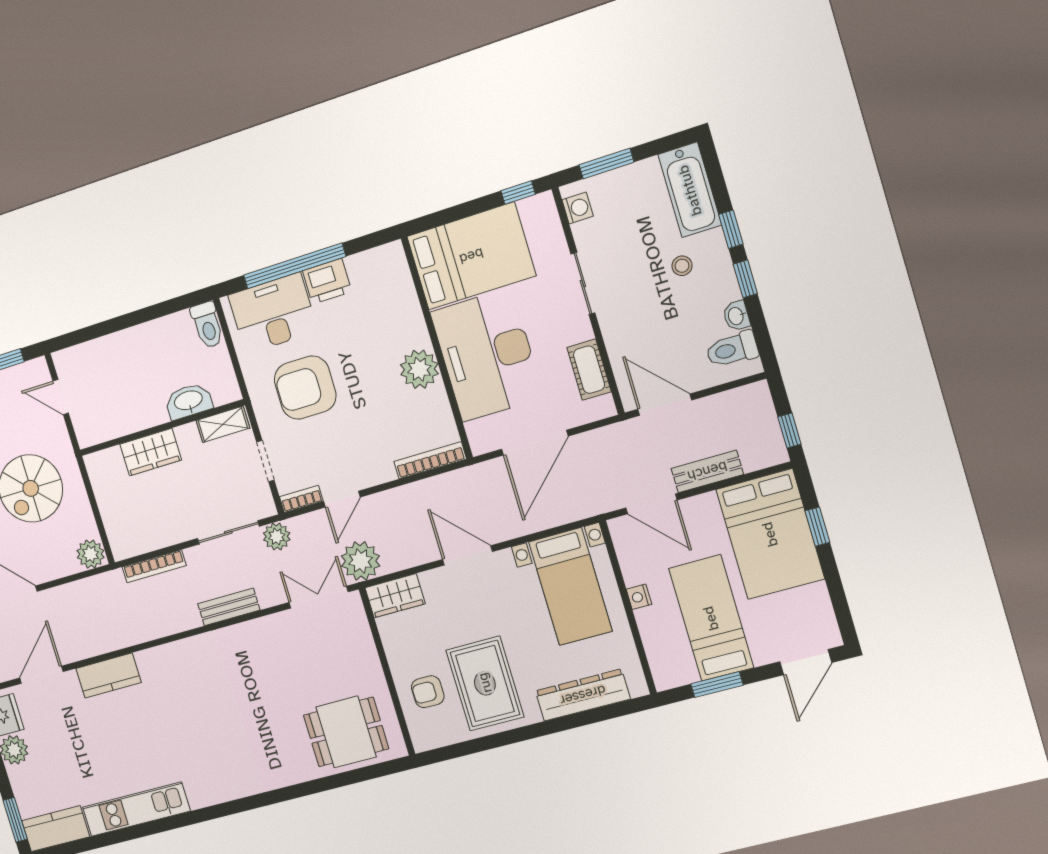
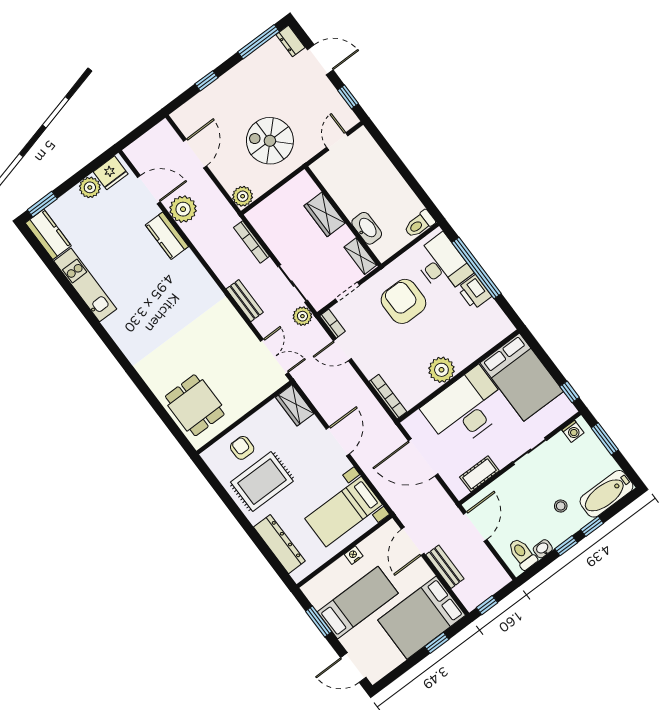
plant: (361, 561) -> (183, 209), moved

